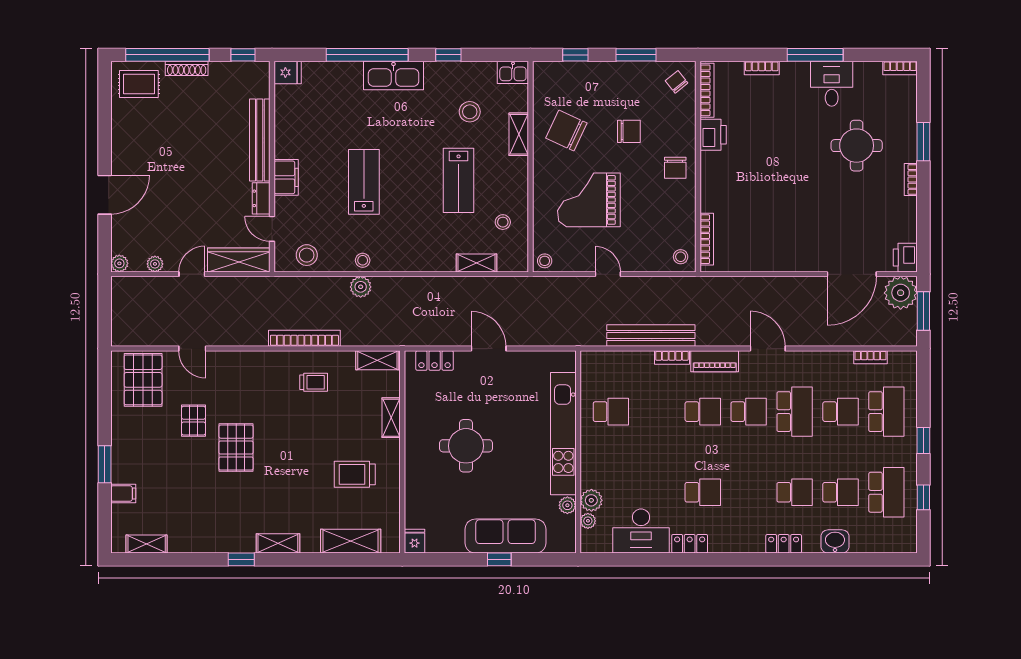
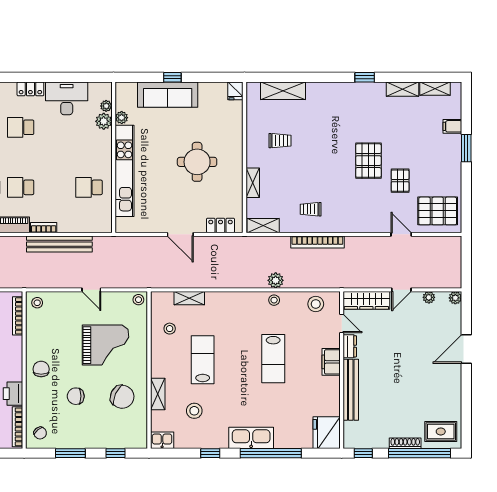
fridge: (288, 72) -> (327, 433), width x1.88, depth x1.34
pallet: (143, 380) -> (438, 211), turned 90
trolley: (355, 474) -> (280, 141), width x0.73, depth x0.72
shelving: (278, 543) -> (402, 89), moved

